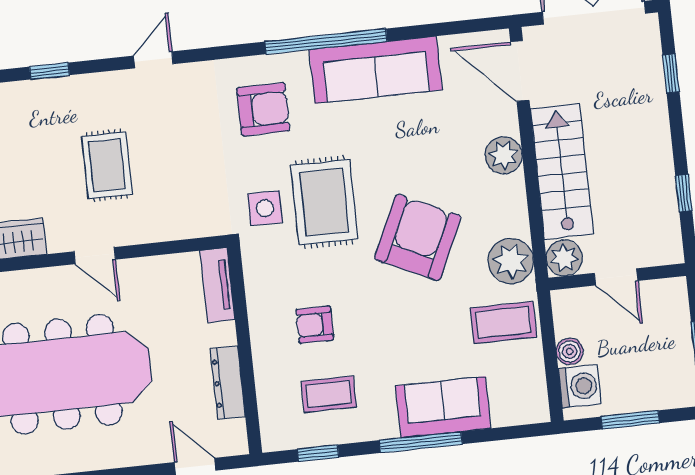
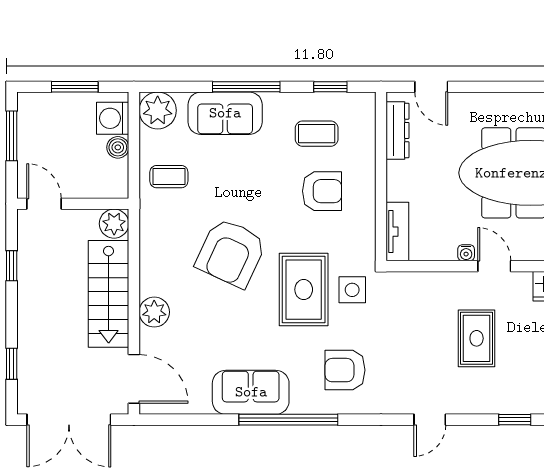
sofa: (376, 70) -> (251, 392), width x0.73
plant: (511, 261) -> (158, 110), moved
water cooler: (131, 268) -> (466, 253), added
door: (616, 277) -> (44, 204), moved
coffee table: (503, 322) -> (169, 177), width x0.73, depth x0.77
armchair: (315, 325) -> (322, 191), width x1.38, depth x1.38
dresser: (228, 383) -> (398, 130), moved

